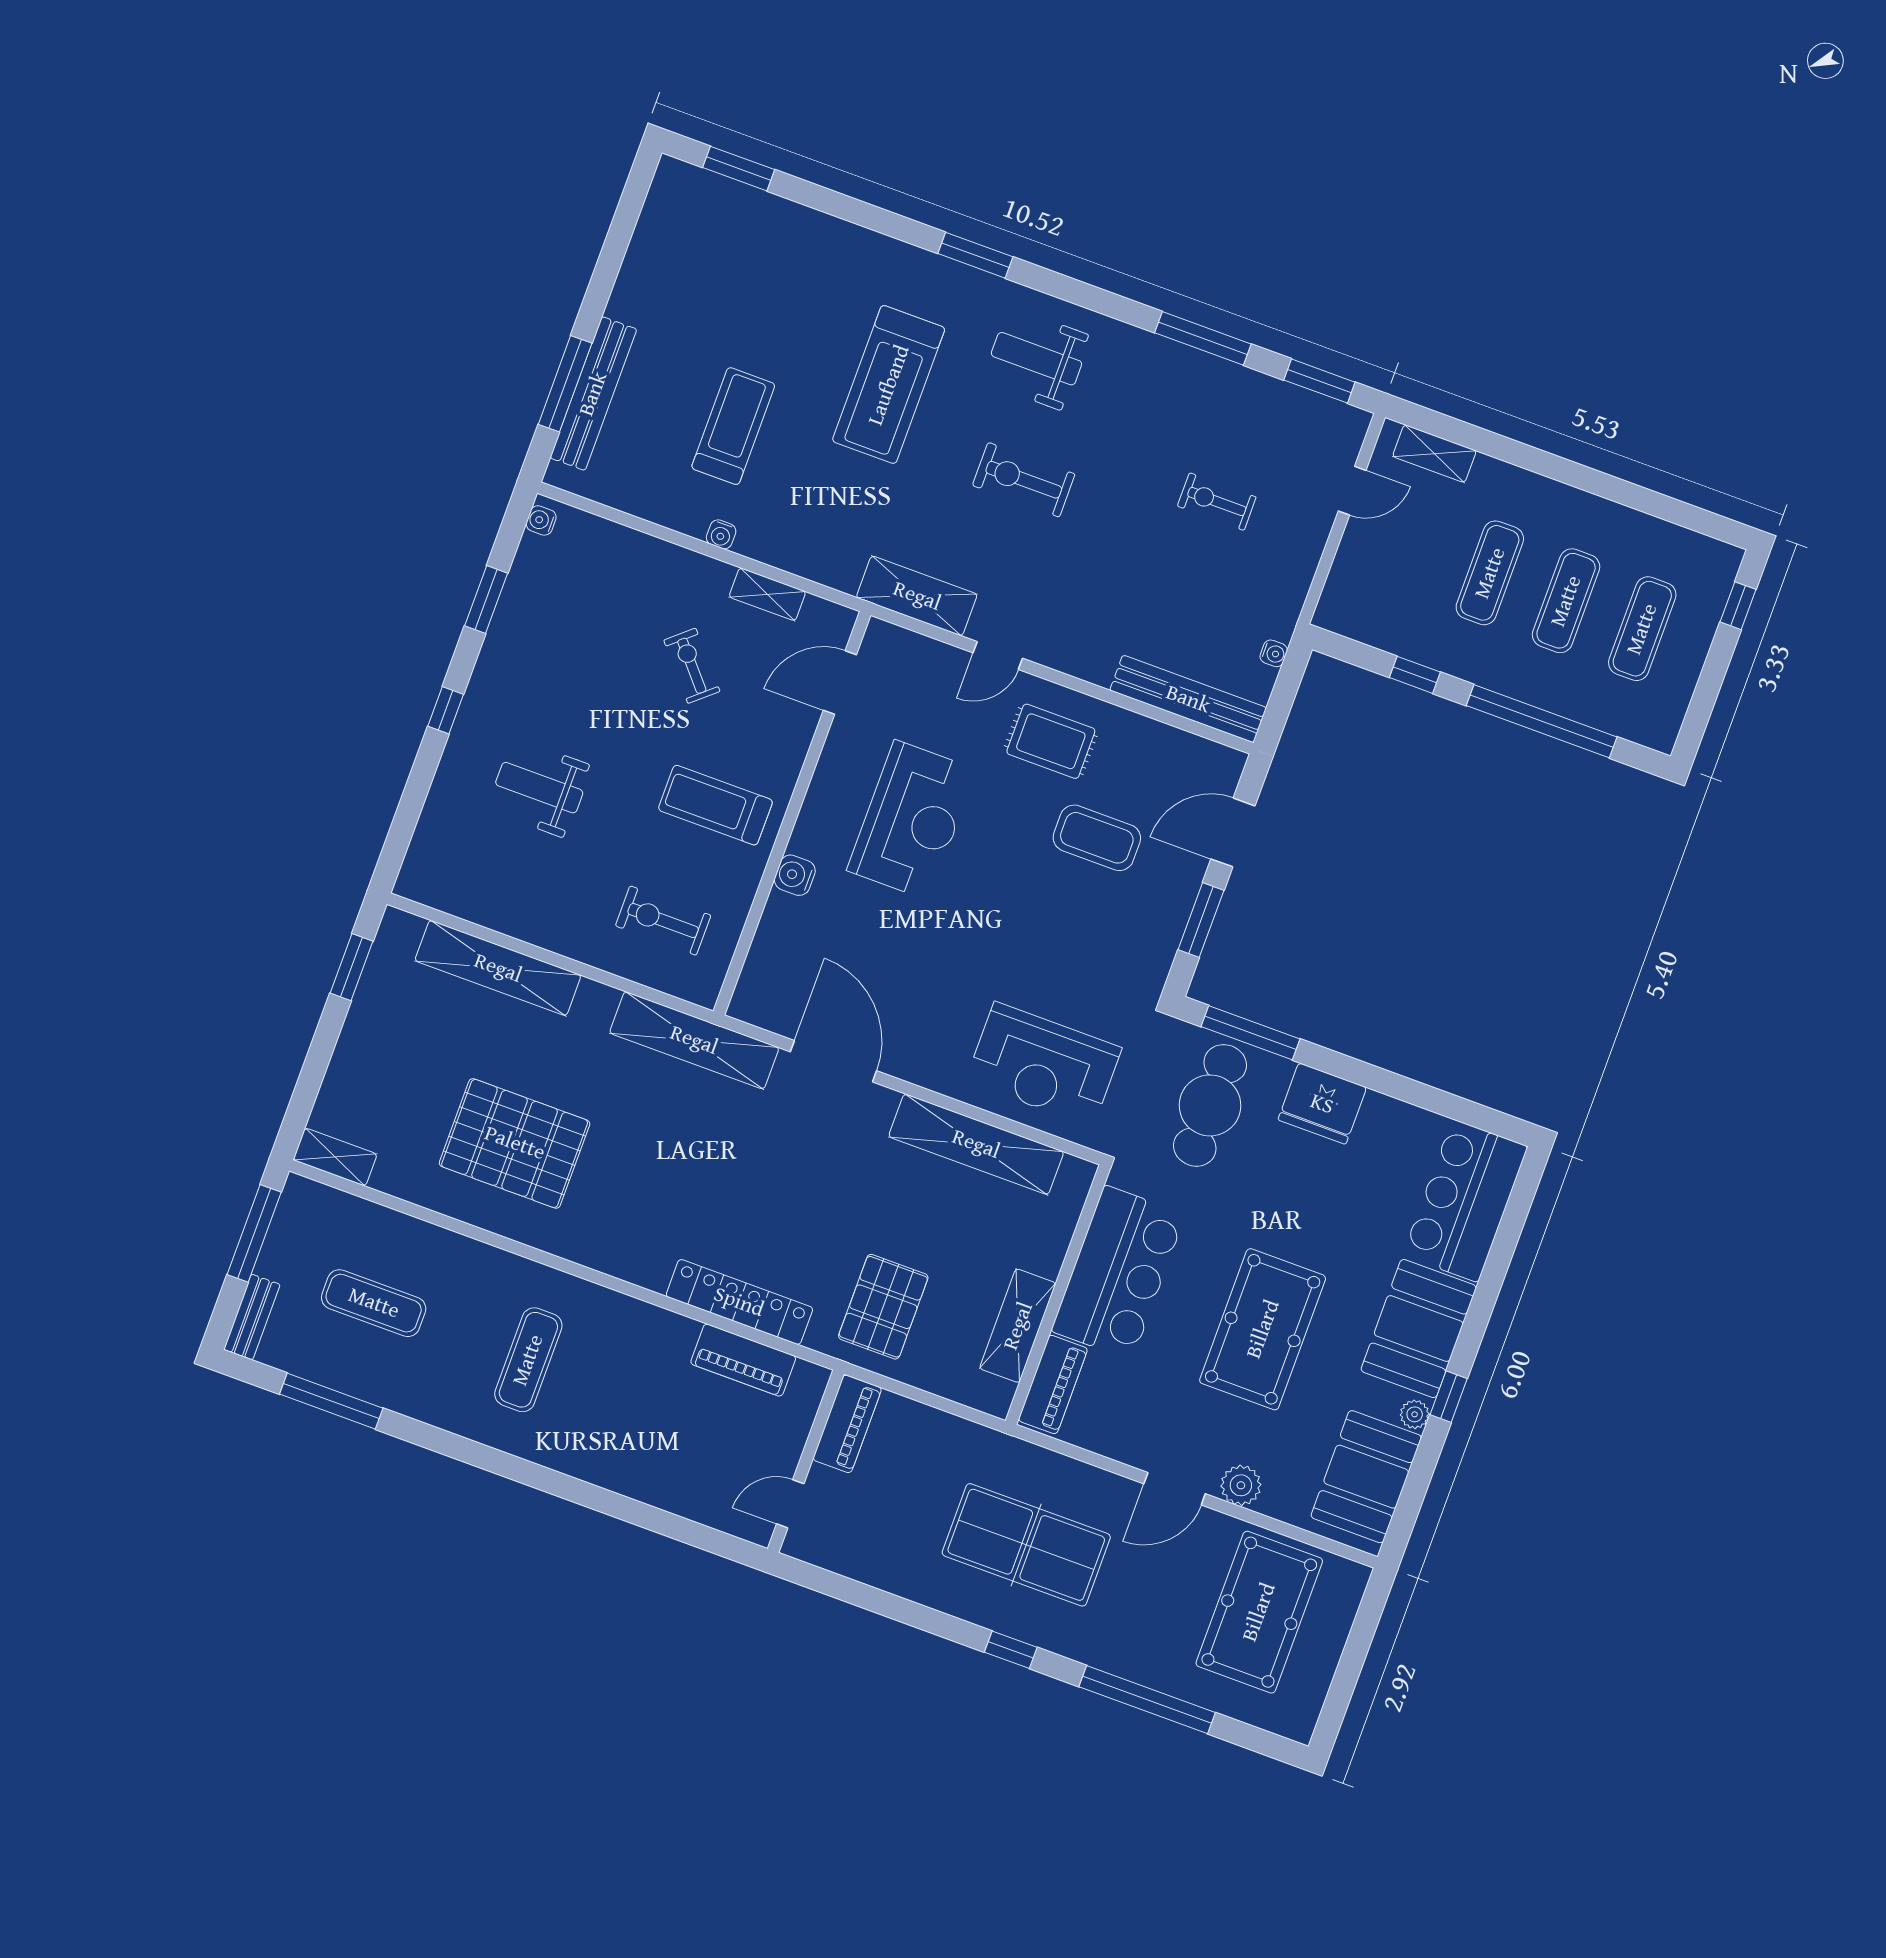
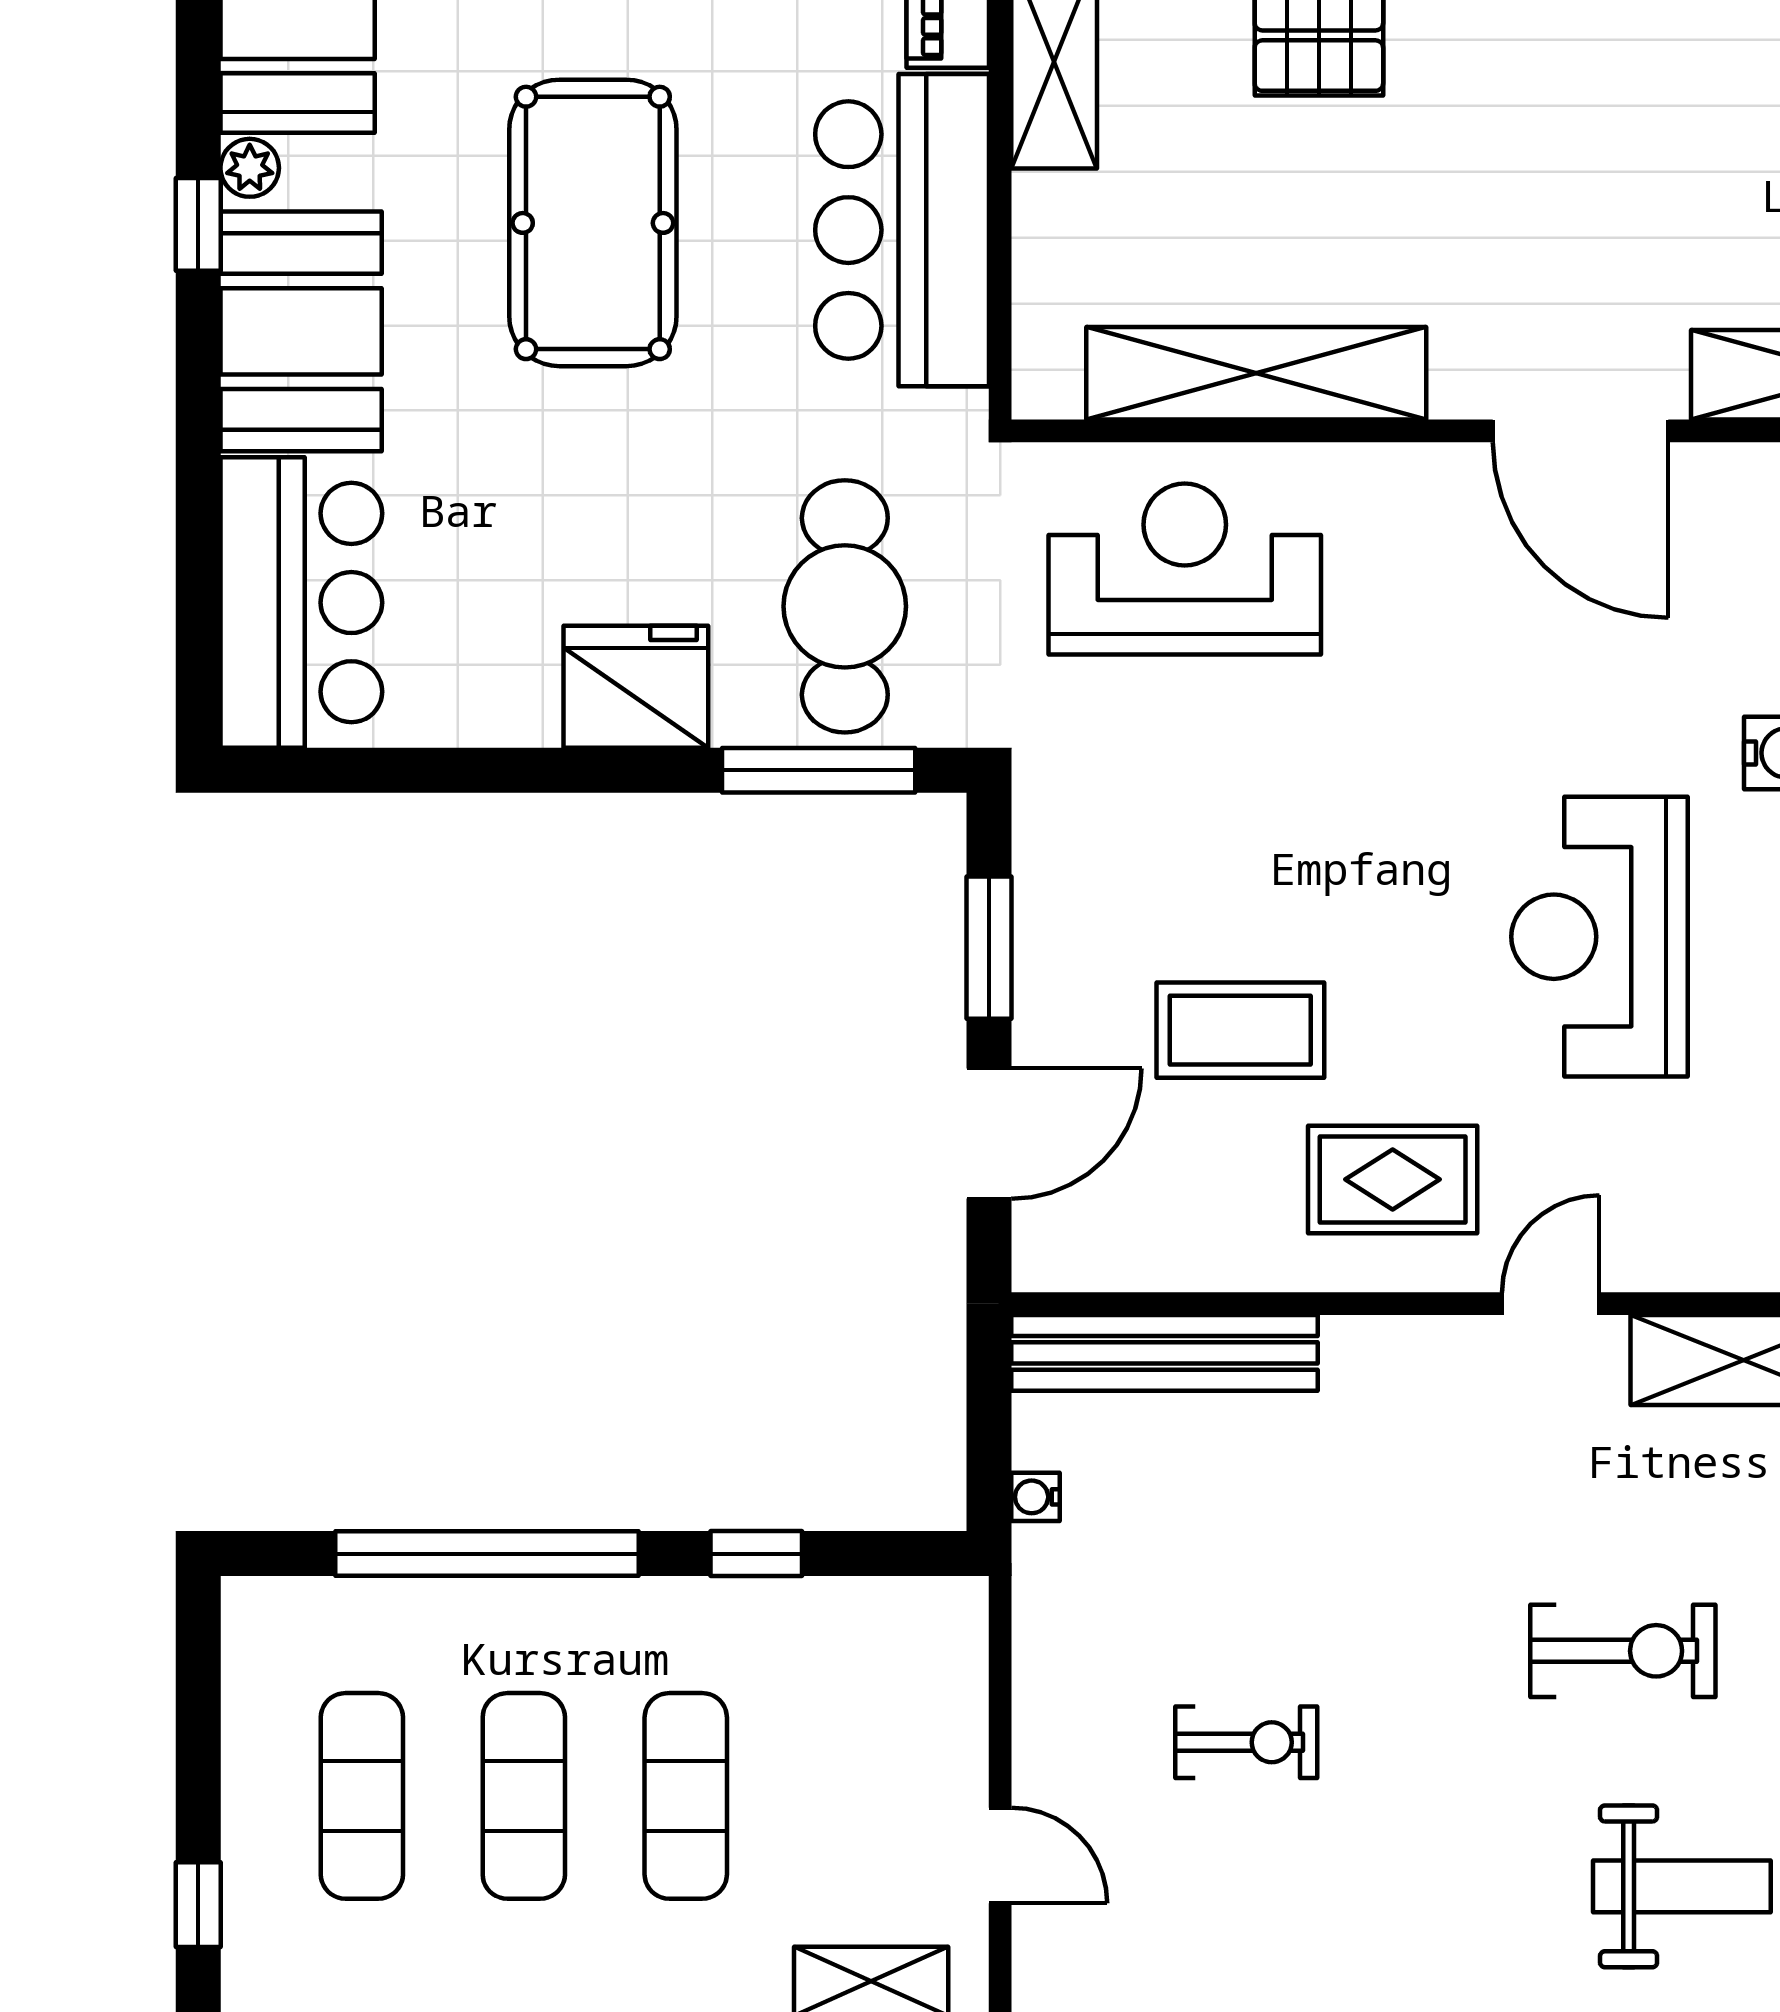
door: (1352, 491) -> (1000, 1855), swing flipped

